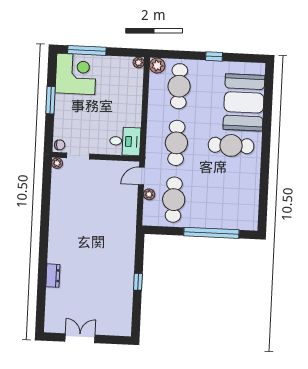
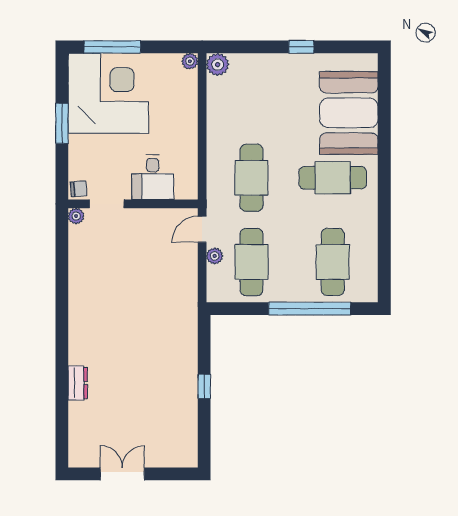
corner desk: (76, 74) -> (108, 93), width x1.36, depth x1.36
cafe table: (179, 86) -> (333, 262), moved
desk: (125, 141) -> (153, 177), moved, turned 90

